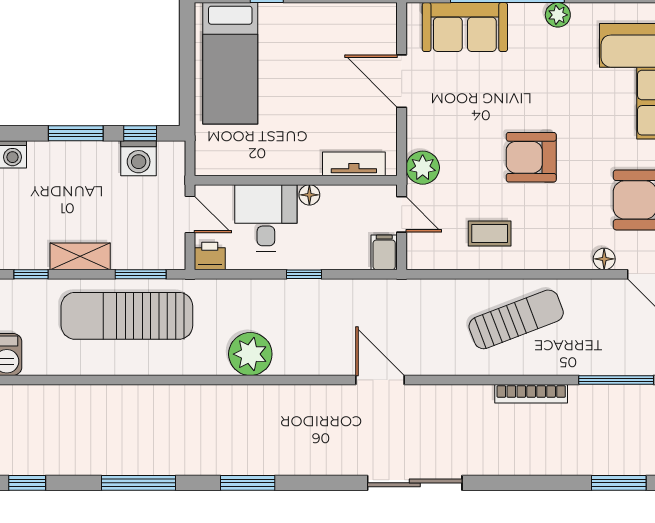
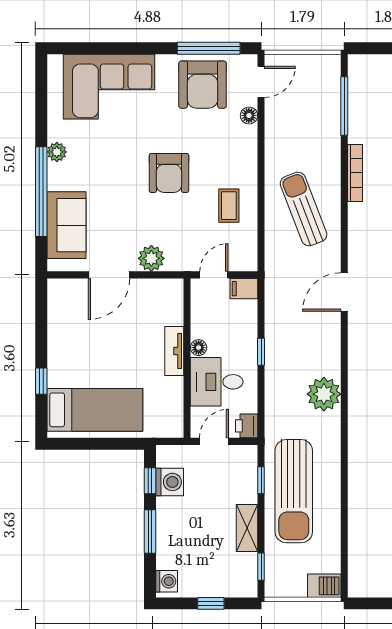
tv unit: (354, 164) -> (174, 351), moved
plant: (423, 168) -> (151, 258), moved
window: (141, 274) -> (261, 480), width x0.67
sun lounger: (516, 319) -> (304, 209), moved

